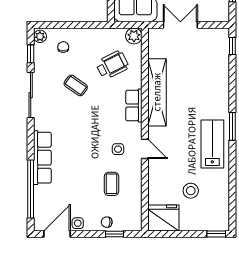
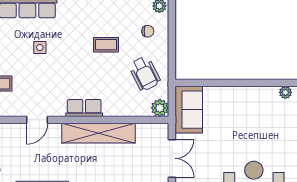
wheelchair: (112, 65) -> (145, 74), moved
coffee table: (76, 85) -> (106, 45), turned 55
side table: (118, 149) -> (40, 48), moved

